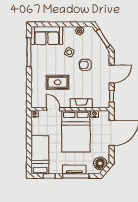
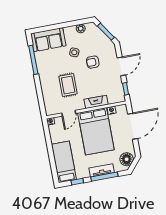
rug: (58, 82) -> (68, 85), turned 90
door: (53, 109) -> (69, 113), swing flipped

